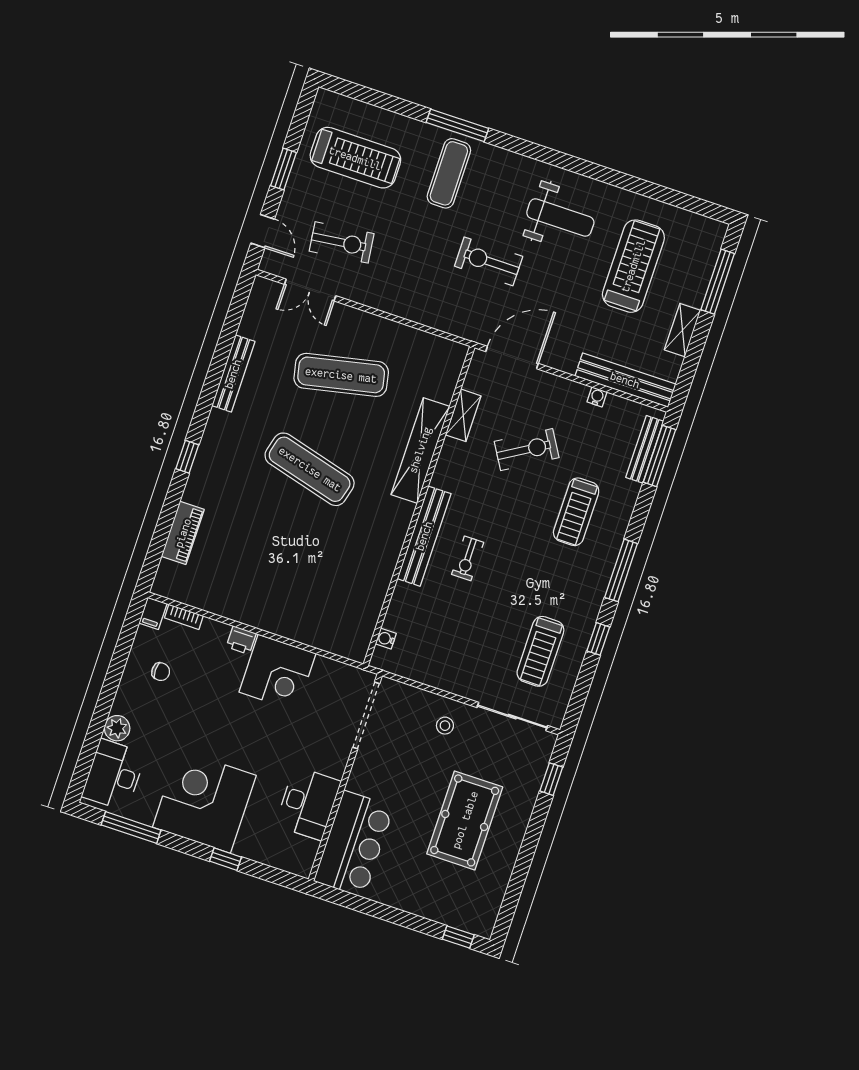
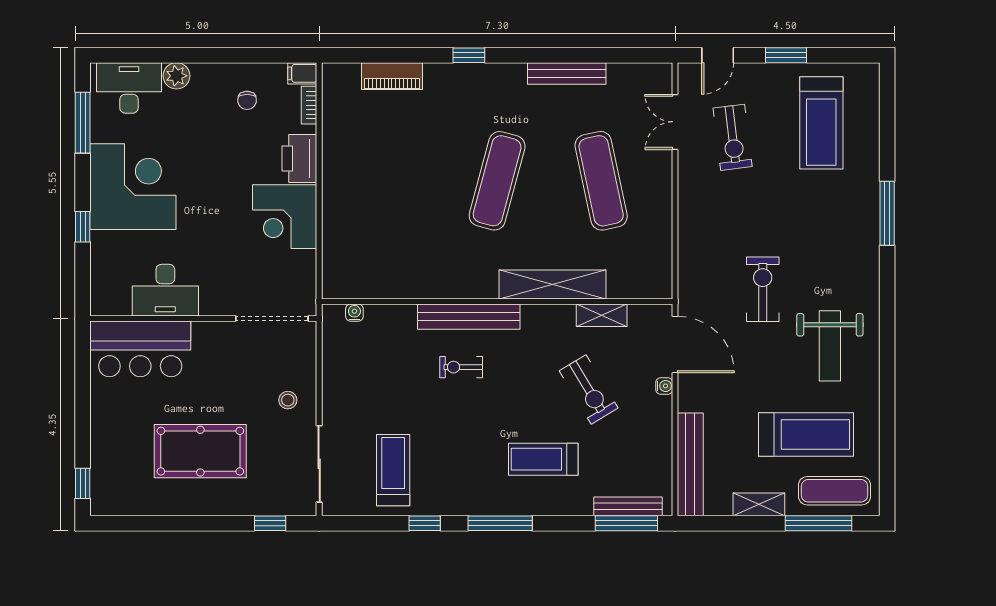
exercise mat: (449, 173) -> (835, 491), moved
water cooler: (597, 397) -> (664, 386), moved
printer: (241, 640) -> (299, 158), width x1.87, depth x1.48
treadmill: (540, 651) -> (393, 470), turned 90

